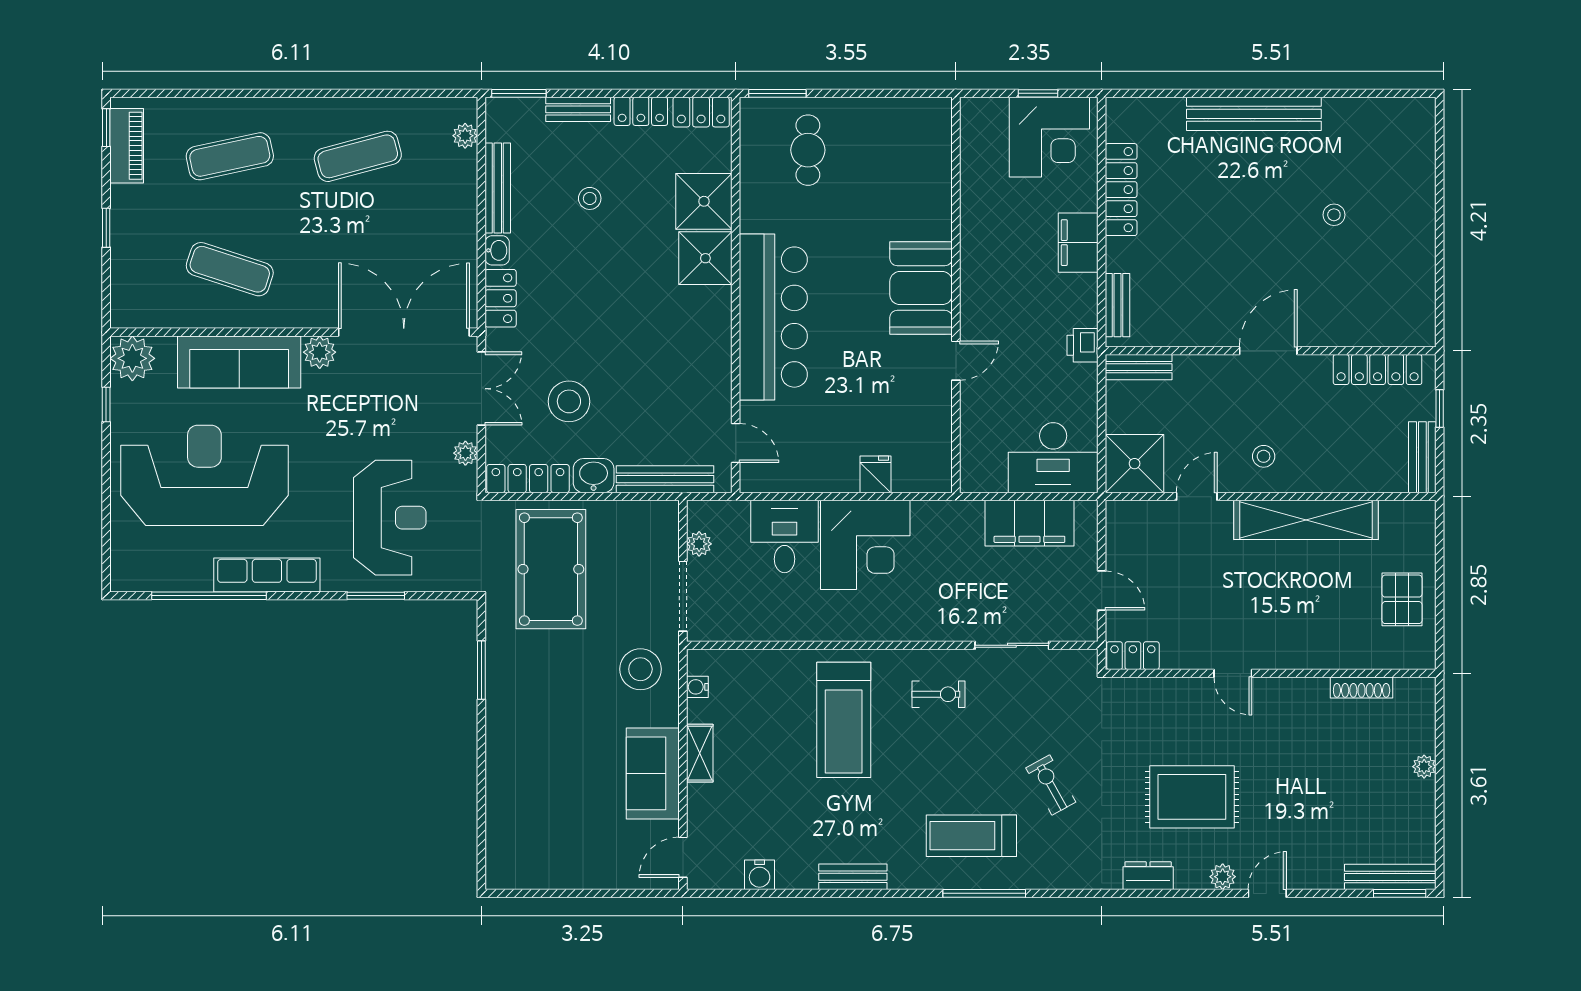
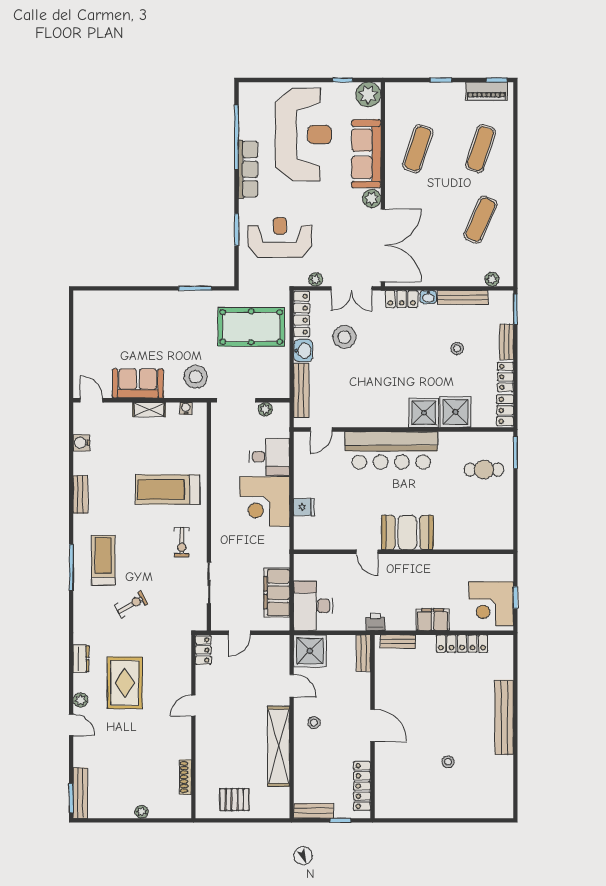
exercise mat: (230, 156) -> (480, 149), turned 30
exercise mat: (358, 156) -> (480, 220), turned 39
reception desk: (390, 518) -> (280, 237), turned 180

